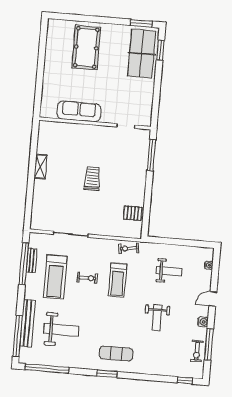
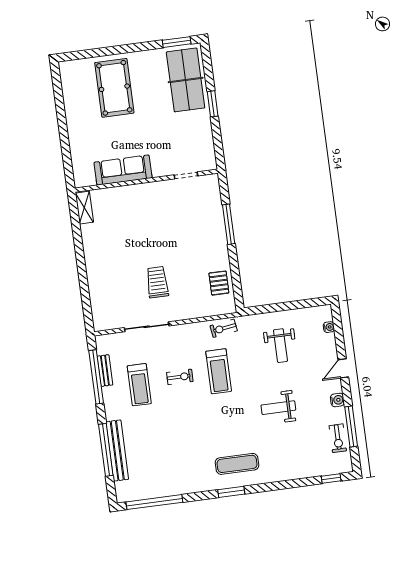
window: (160, 50) -> (213, 104), moved
window: (151, 155) -> (229, 224), moved
shelving: (41, 167) -> (84, 208), moved
trolley: (92, 179) -> (157, 282), moved
pallet: (133, 213) -> (219, 283), turned 90
weight bench: (169, 271) -> (280, 346), turned 90
treadmill: (55, 277) -> (139, 385), width x0.73, depth x0.73
weight bench: (157, 318) -> (278, 408), turned 90
weight bench: (61, 330) -> (162, 449), removed
window: (18, 336) -> (106, 450), moved

